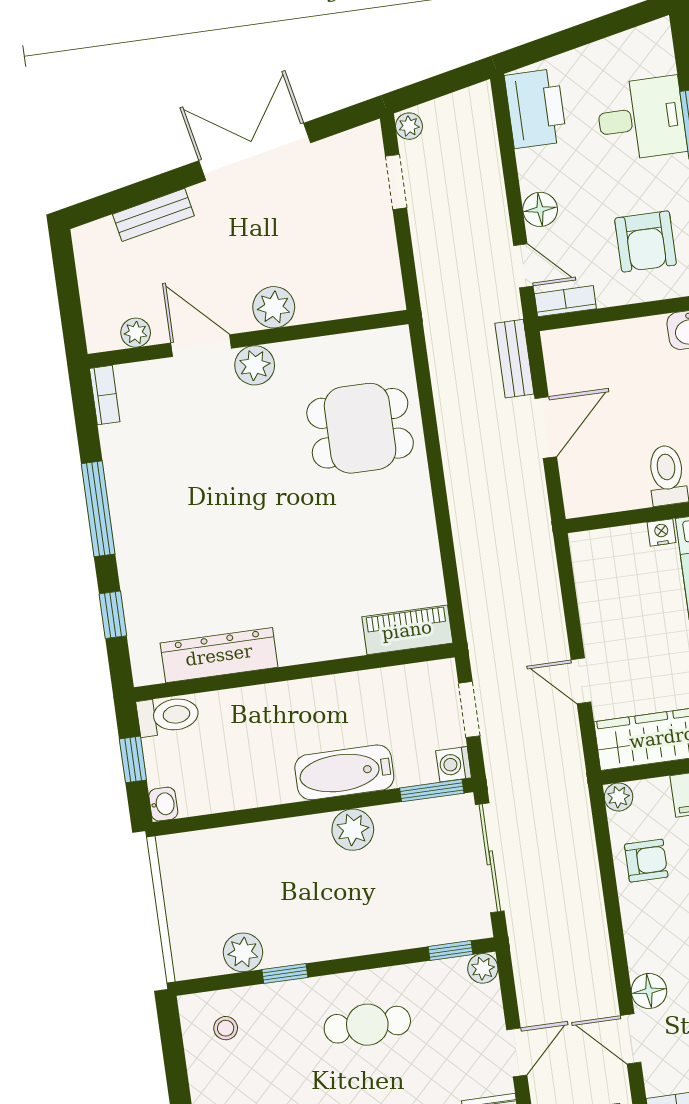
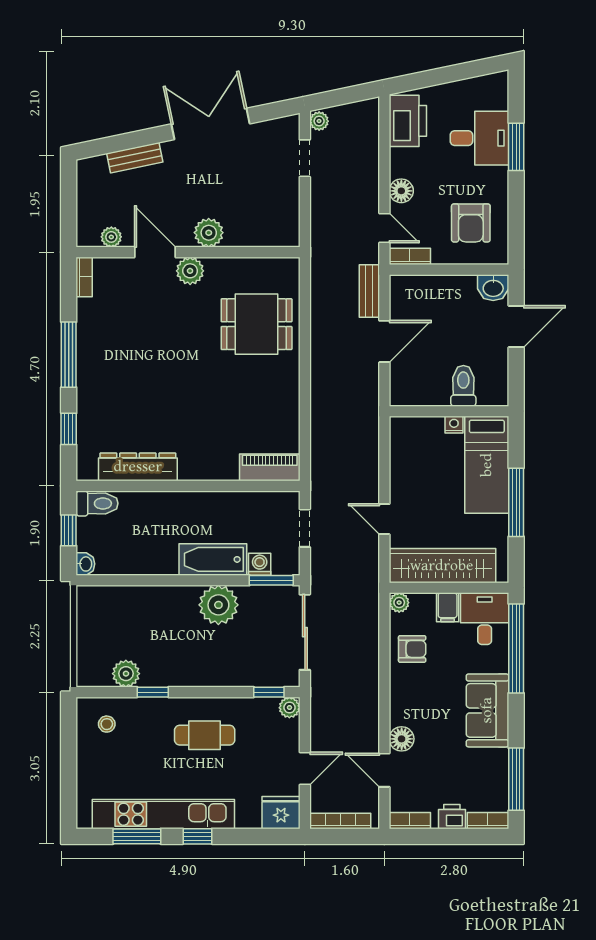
washing machine: (454, 764) -> (260, 564), moved, turned 90
plant: (353, 830) -> (218, 605), width x1.36, depth x1.36

